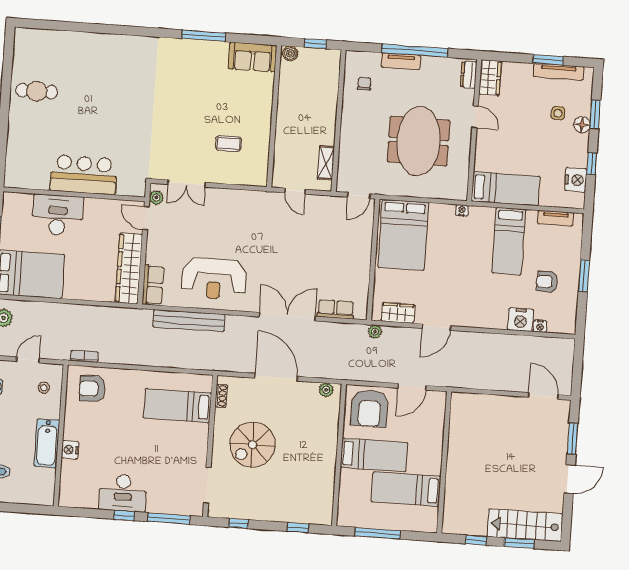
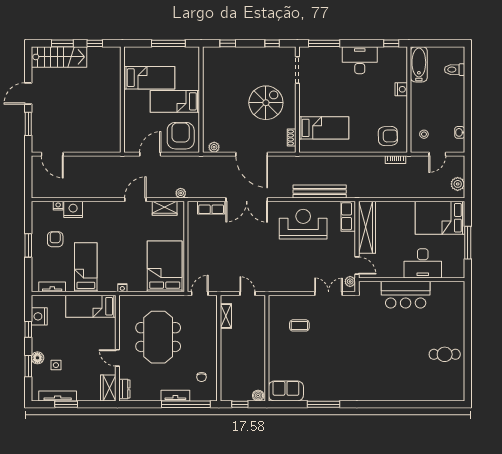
window: (415, 51) -> (186, 404), moved
armchair: (547, 282) -> (55, 239), turned -90
bathtub: (47, 443) -> (419, 64), moved
window: (124, 515) -> (391, 43), moved

